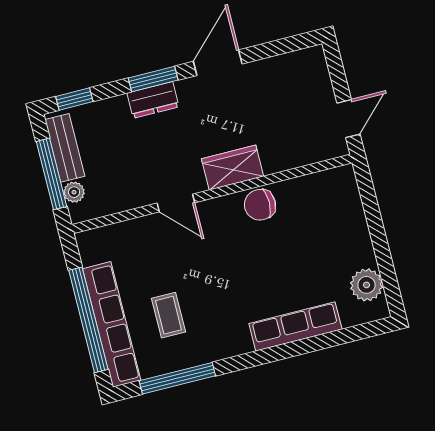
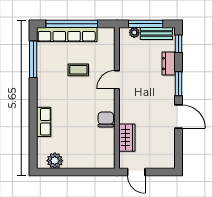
dresser: (153, 100) -> (169, 64), moved
wardrobe: (233, 168) -> (127, 138), moved
coffee table: (169, 315) -> (78, 70), moved
row of seats: (295, 326) -> (44, 122), width x0.68

